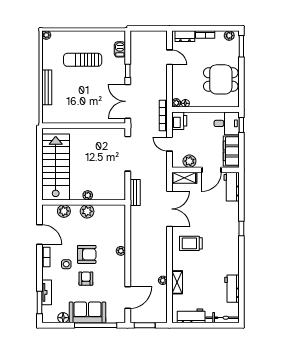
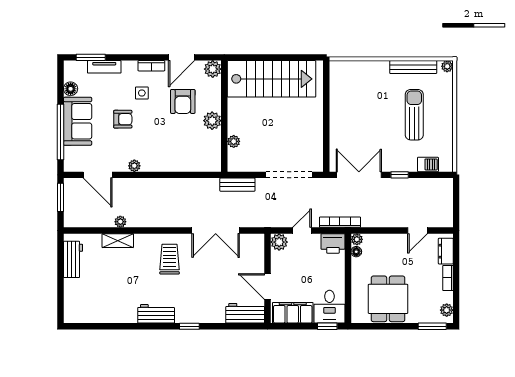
bench: (47, 87) -> (413, 67), moved
plant: (189, 161) -> (279, 242), moved
shelving: (184, 178) -> (257, 250), removed
plant: (88, 195) -> (234, 141), moved
plant: (64, 211) -> (213, 69), moved
plant: (121, 251) -> (134, 166), moved
armchair: (87, 254) -> (183, 101), moved
workbench: (232, 289) -> (156, 314), moved
bicycle: (222, 318) -> (71, 301), removed

